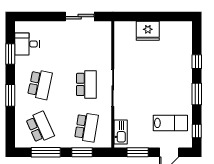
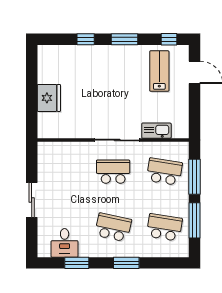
sliding door: (80, 17) -> (32, 200), moved
school desk: (40, 127) -> (164, 227), turned 33
kitchen sink: (121, 132) -> (156, 131), moved
window: (82, 152) -> (194, 177), width x1.44
window: (138, 152) -> (194, 110), removed

